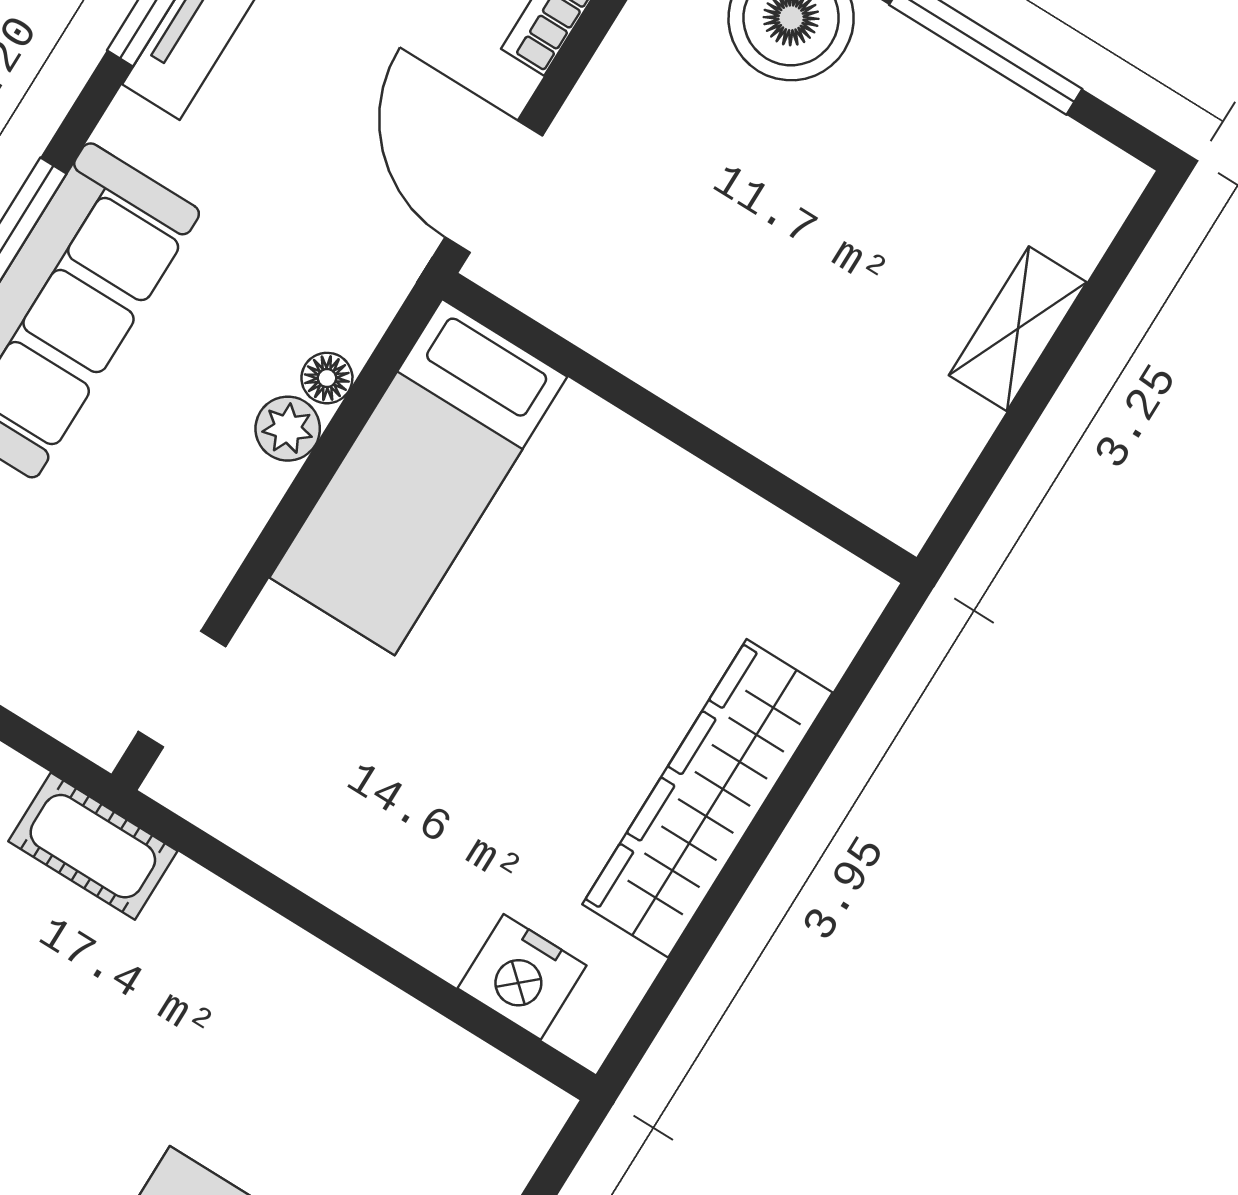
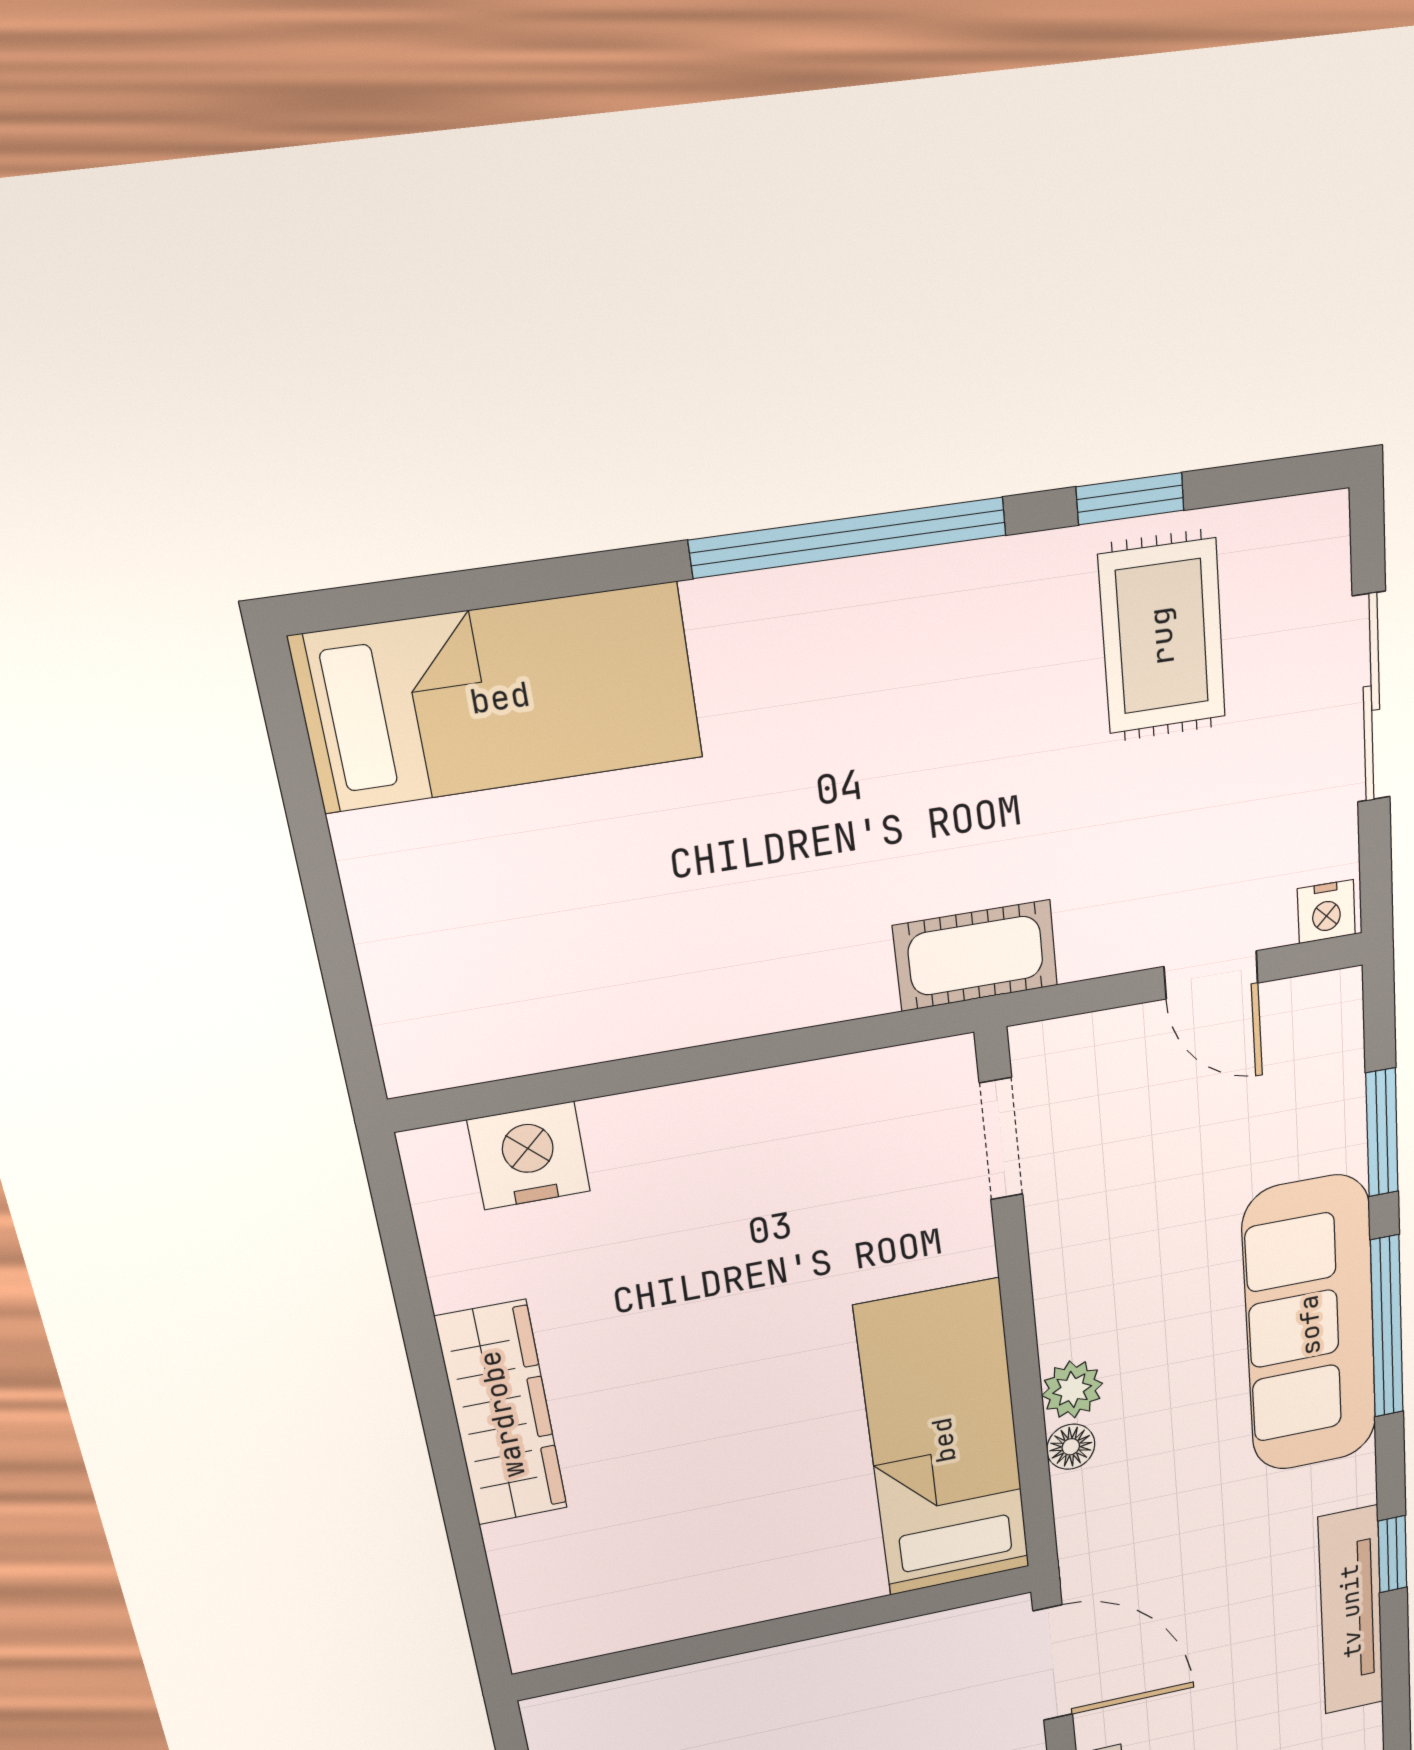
wardrobe: (707, 798) -> (502, 1414), width x0.71, depth x0.85

